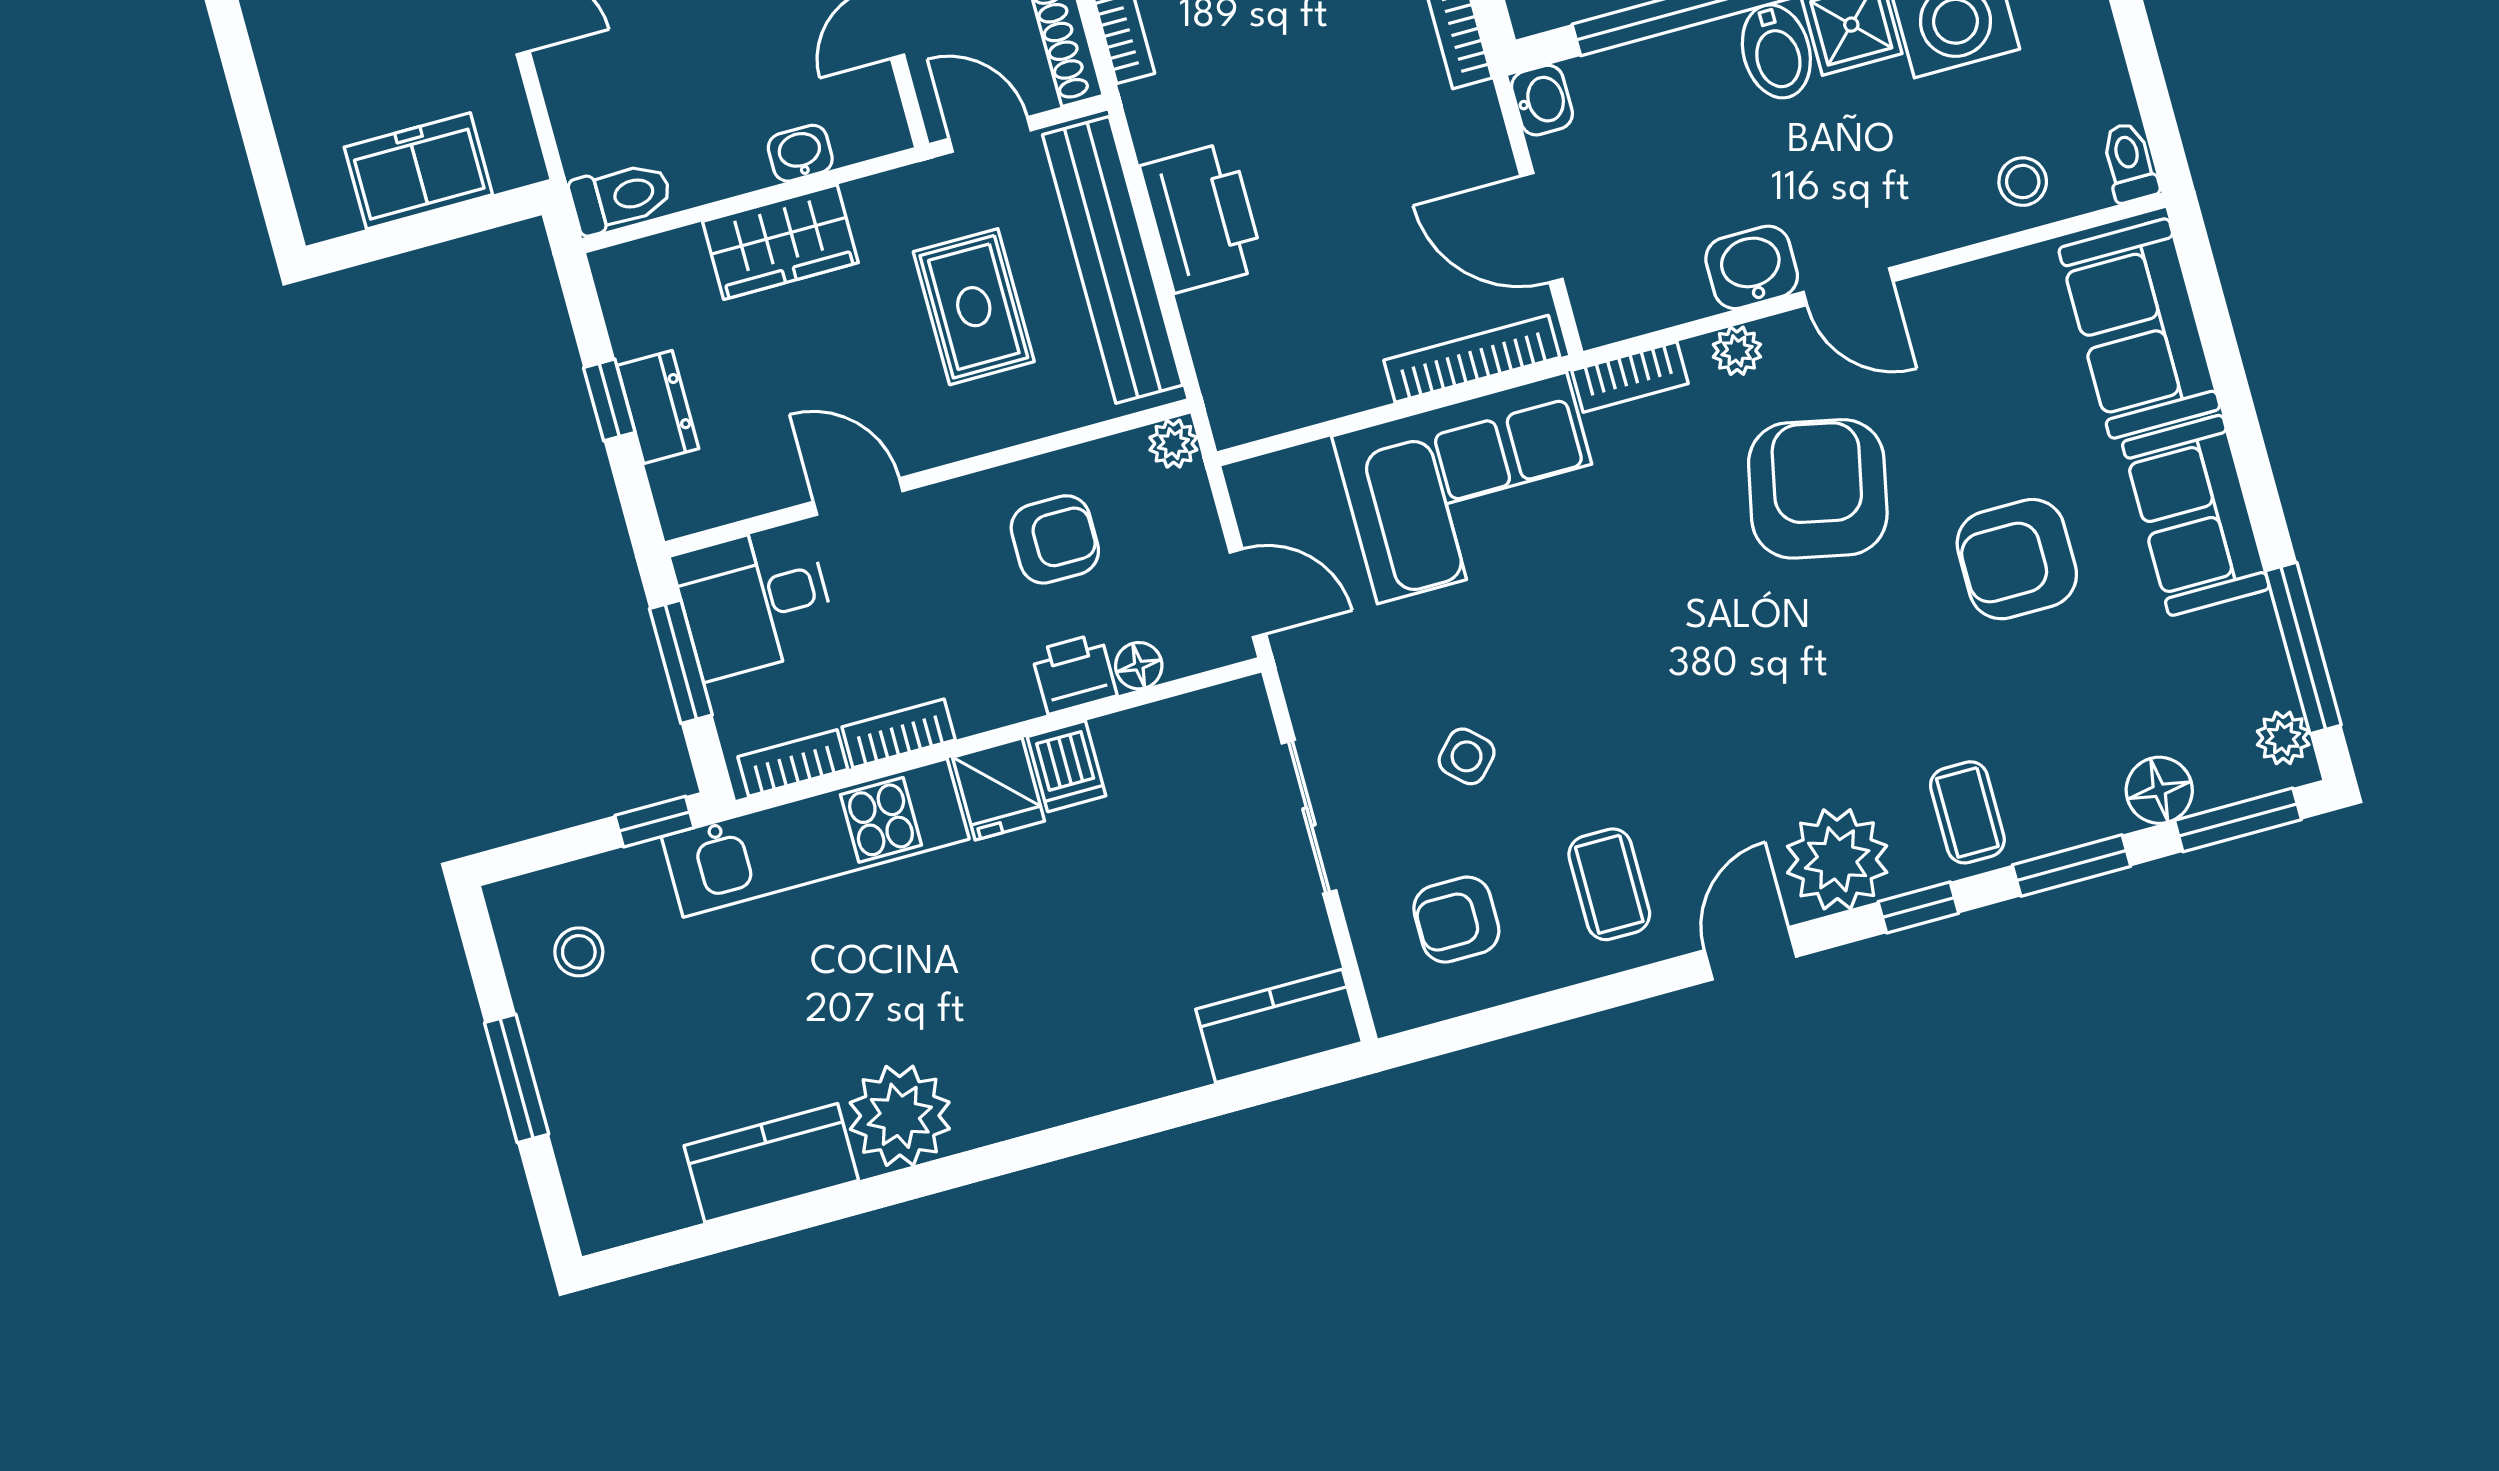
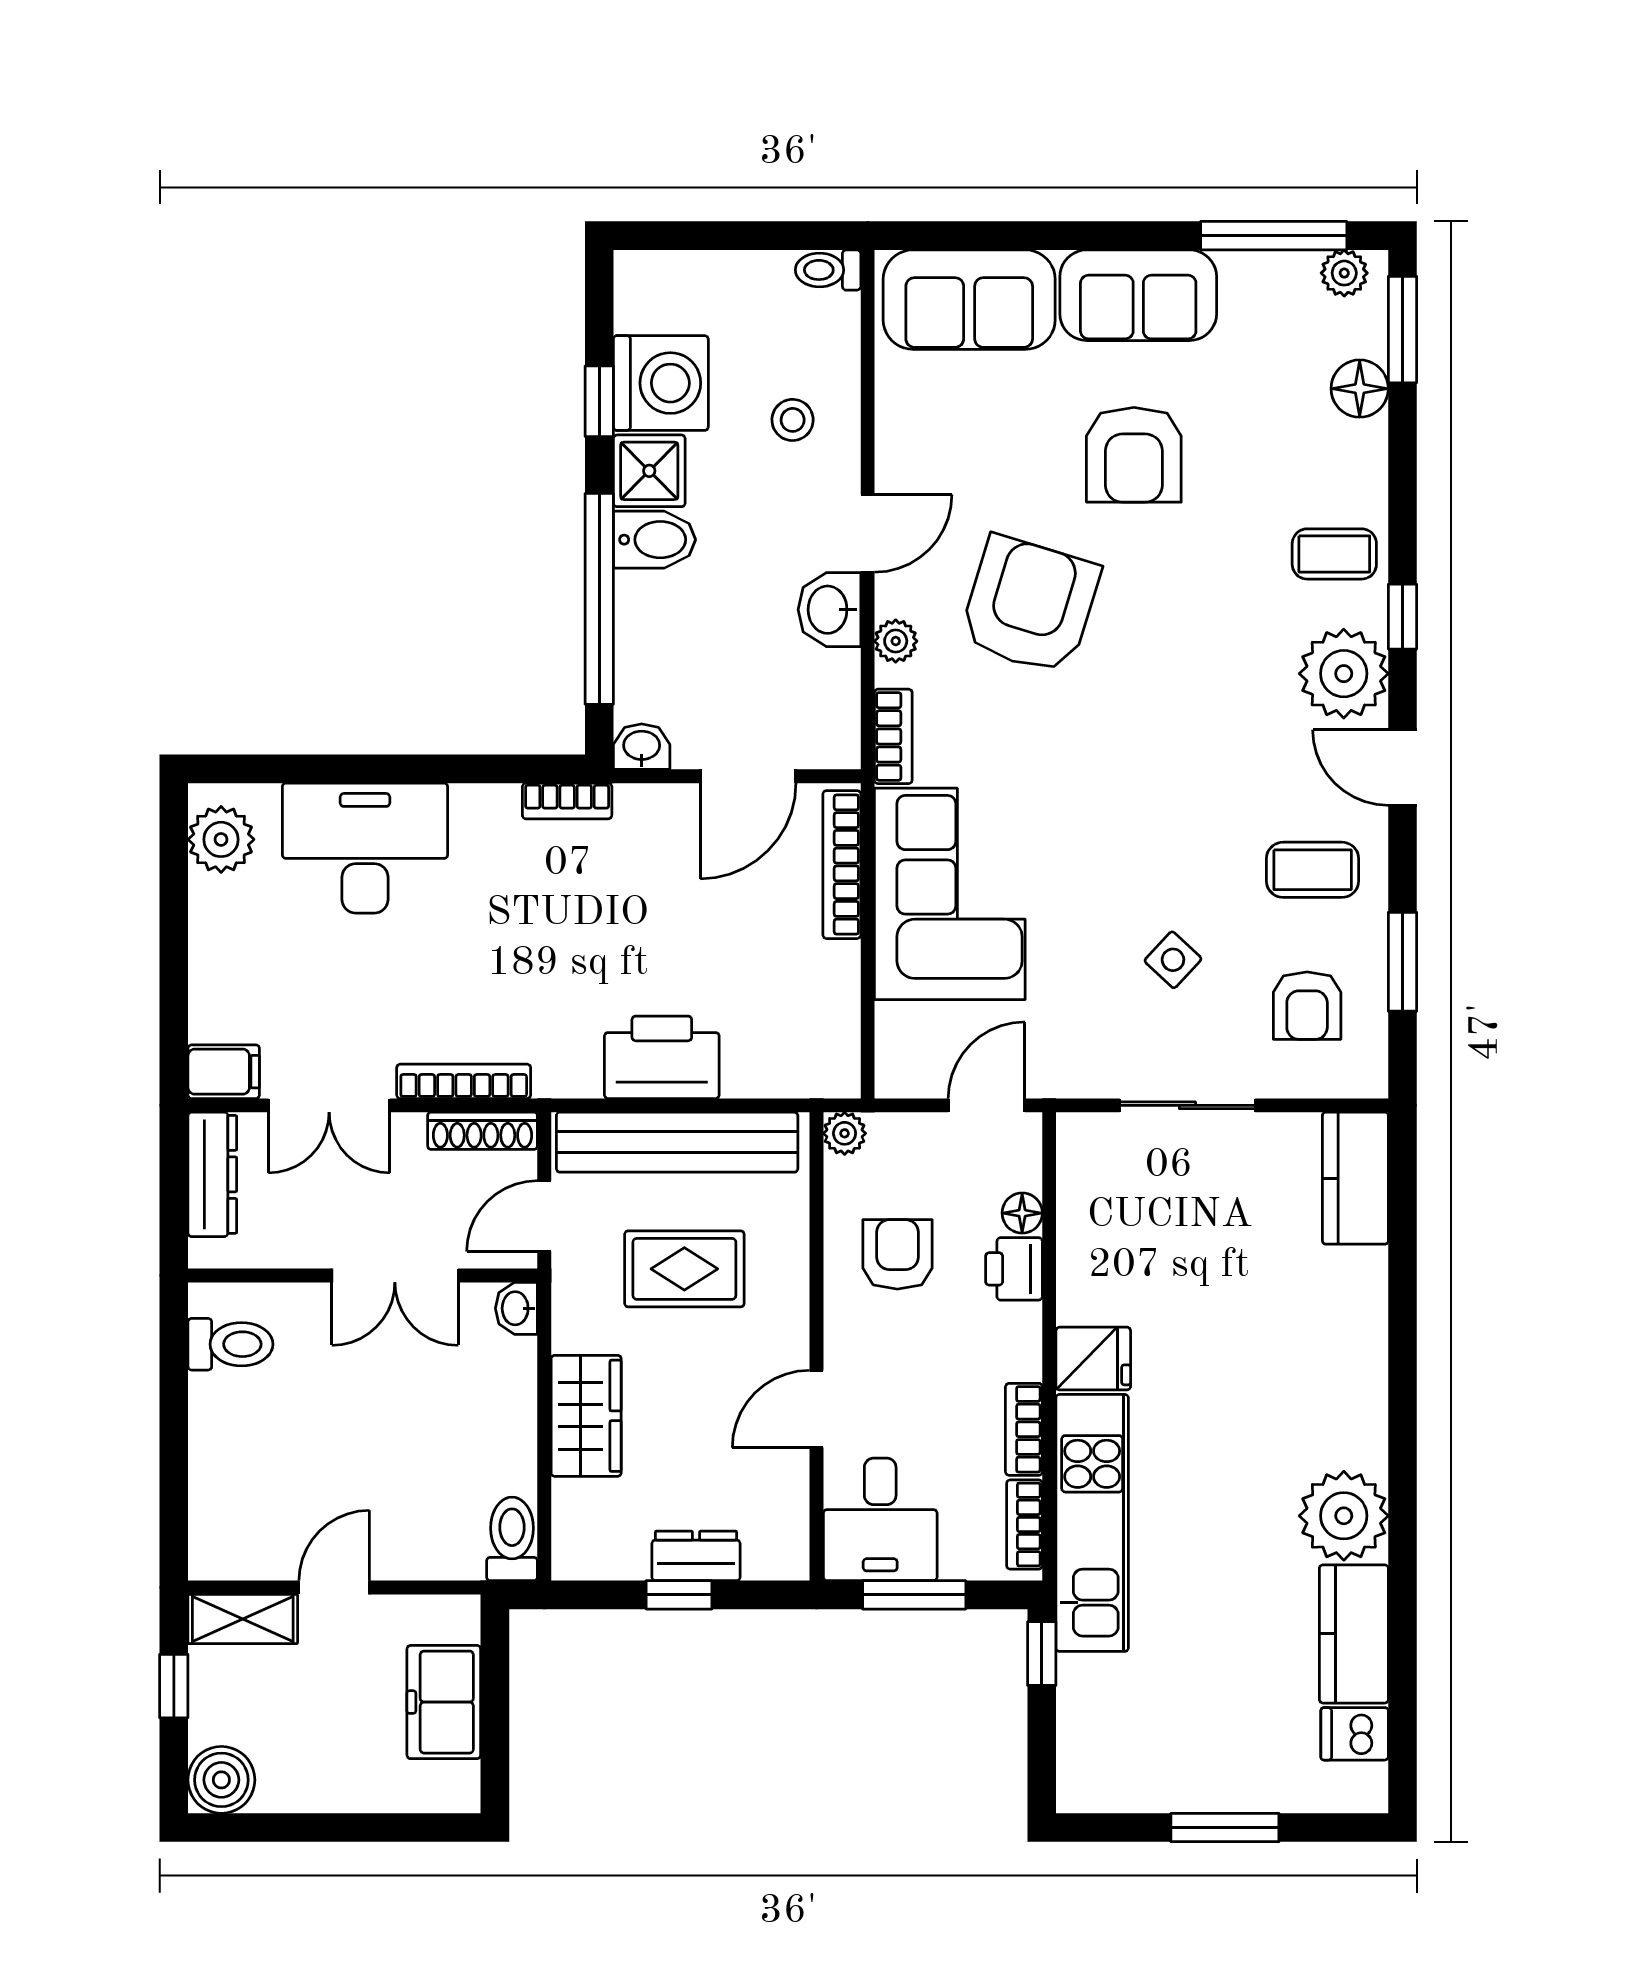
washbasin: (800, 153) -> (516, 1308), moved
stool: (2023, 182) -> (793, 420), moved
armchair: (1818, 489) -> (1030, 605), turned 95
dishwasher: (1067, 766) -> (1355, 1734), moved, turned 180
window: (2072, 866) -> (1403, 962), moved
stool: (579, 952) -> (1133, 1747), removed

